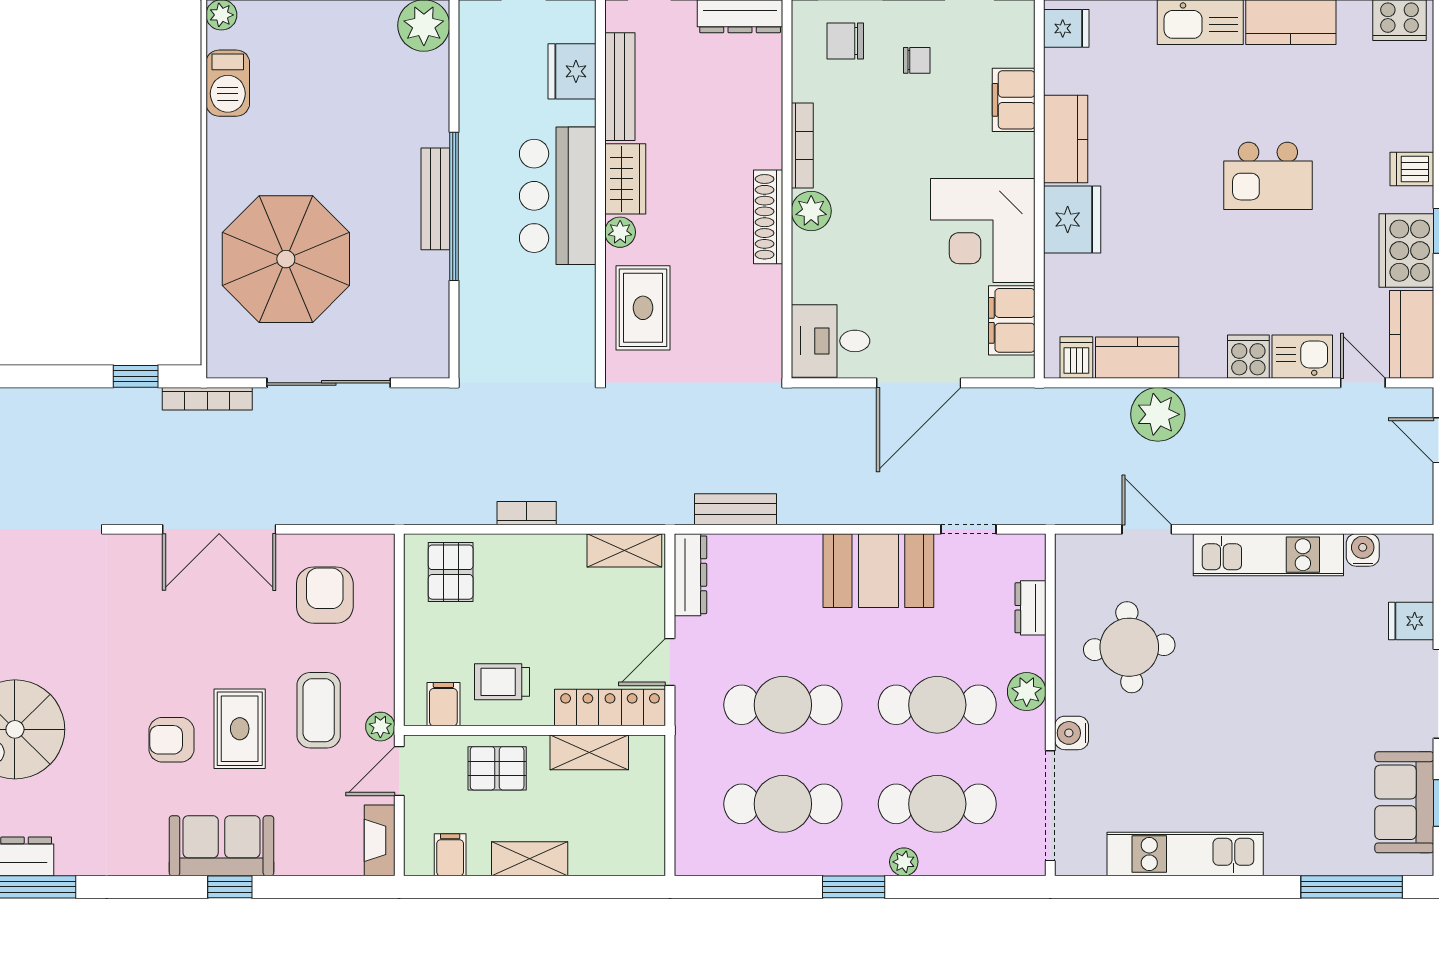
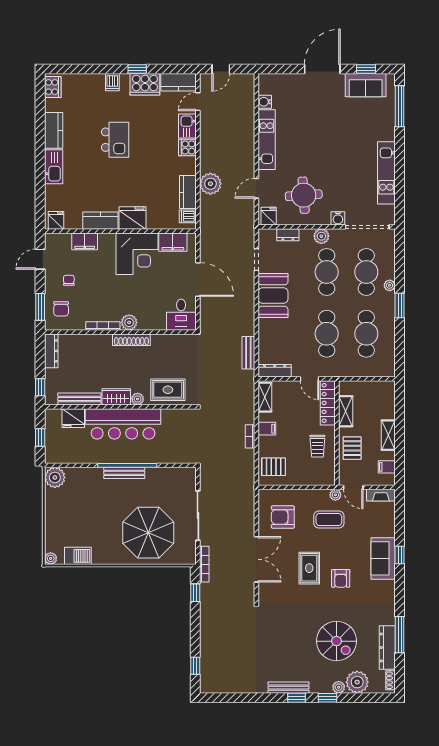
bar counter: (558, 196) -> (123, 424), width x1.36
fridge: (1411, 621) -> (269, 216), moved, turned 180
filing cabinet: (443, 704) -> (267, 429), moved, turned 180
rug: (240, 729) -> (309, 568), moved, turned 90

